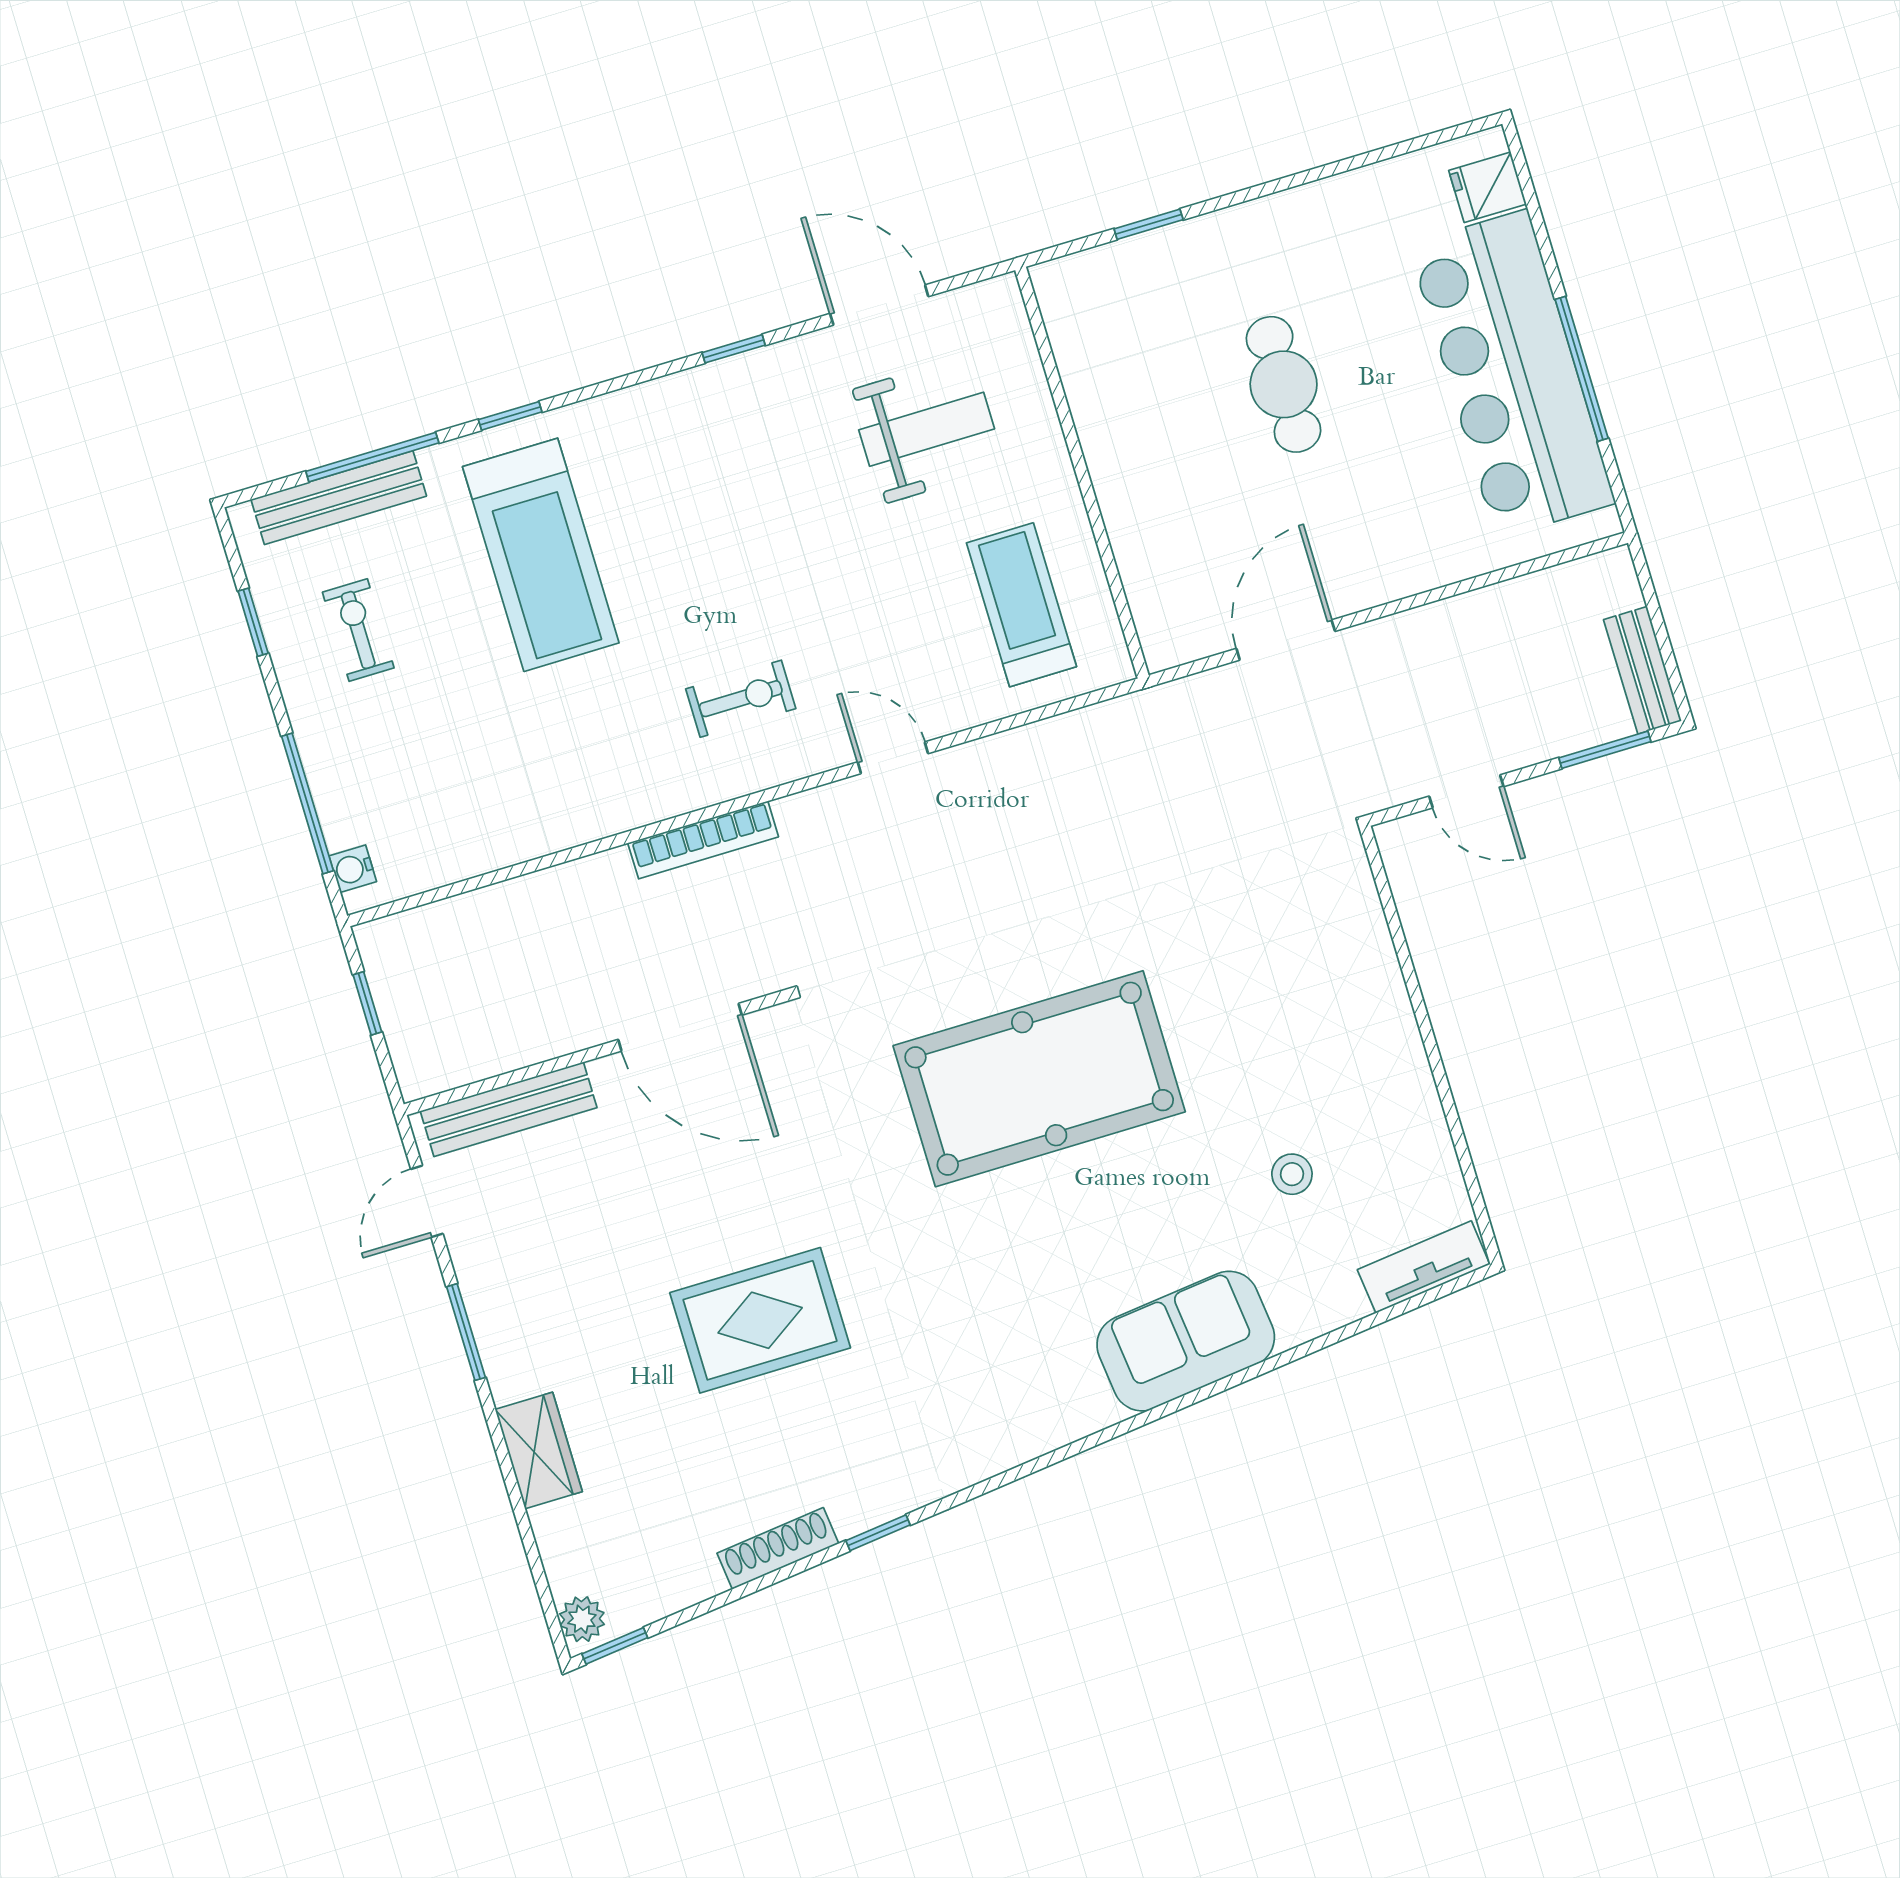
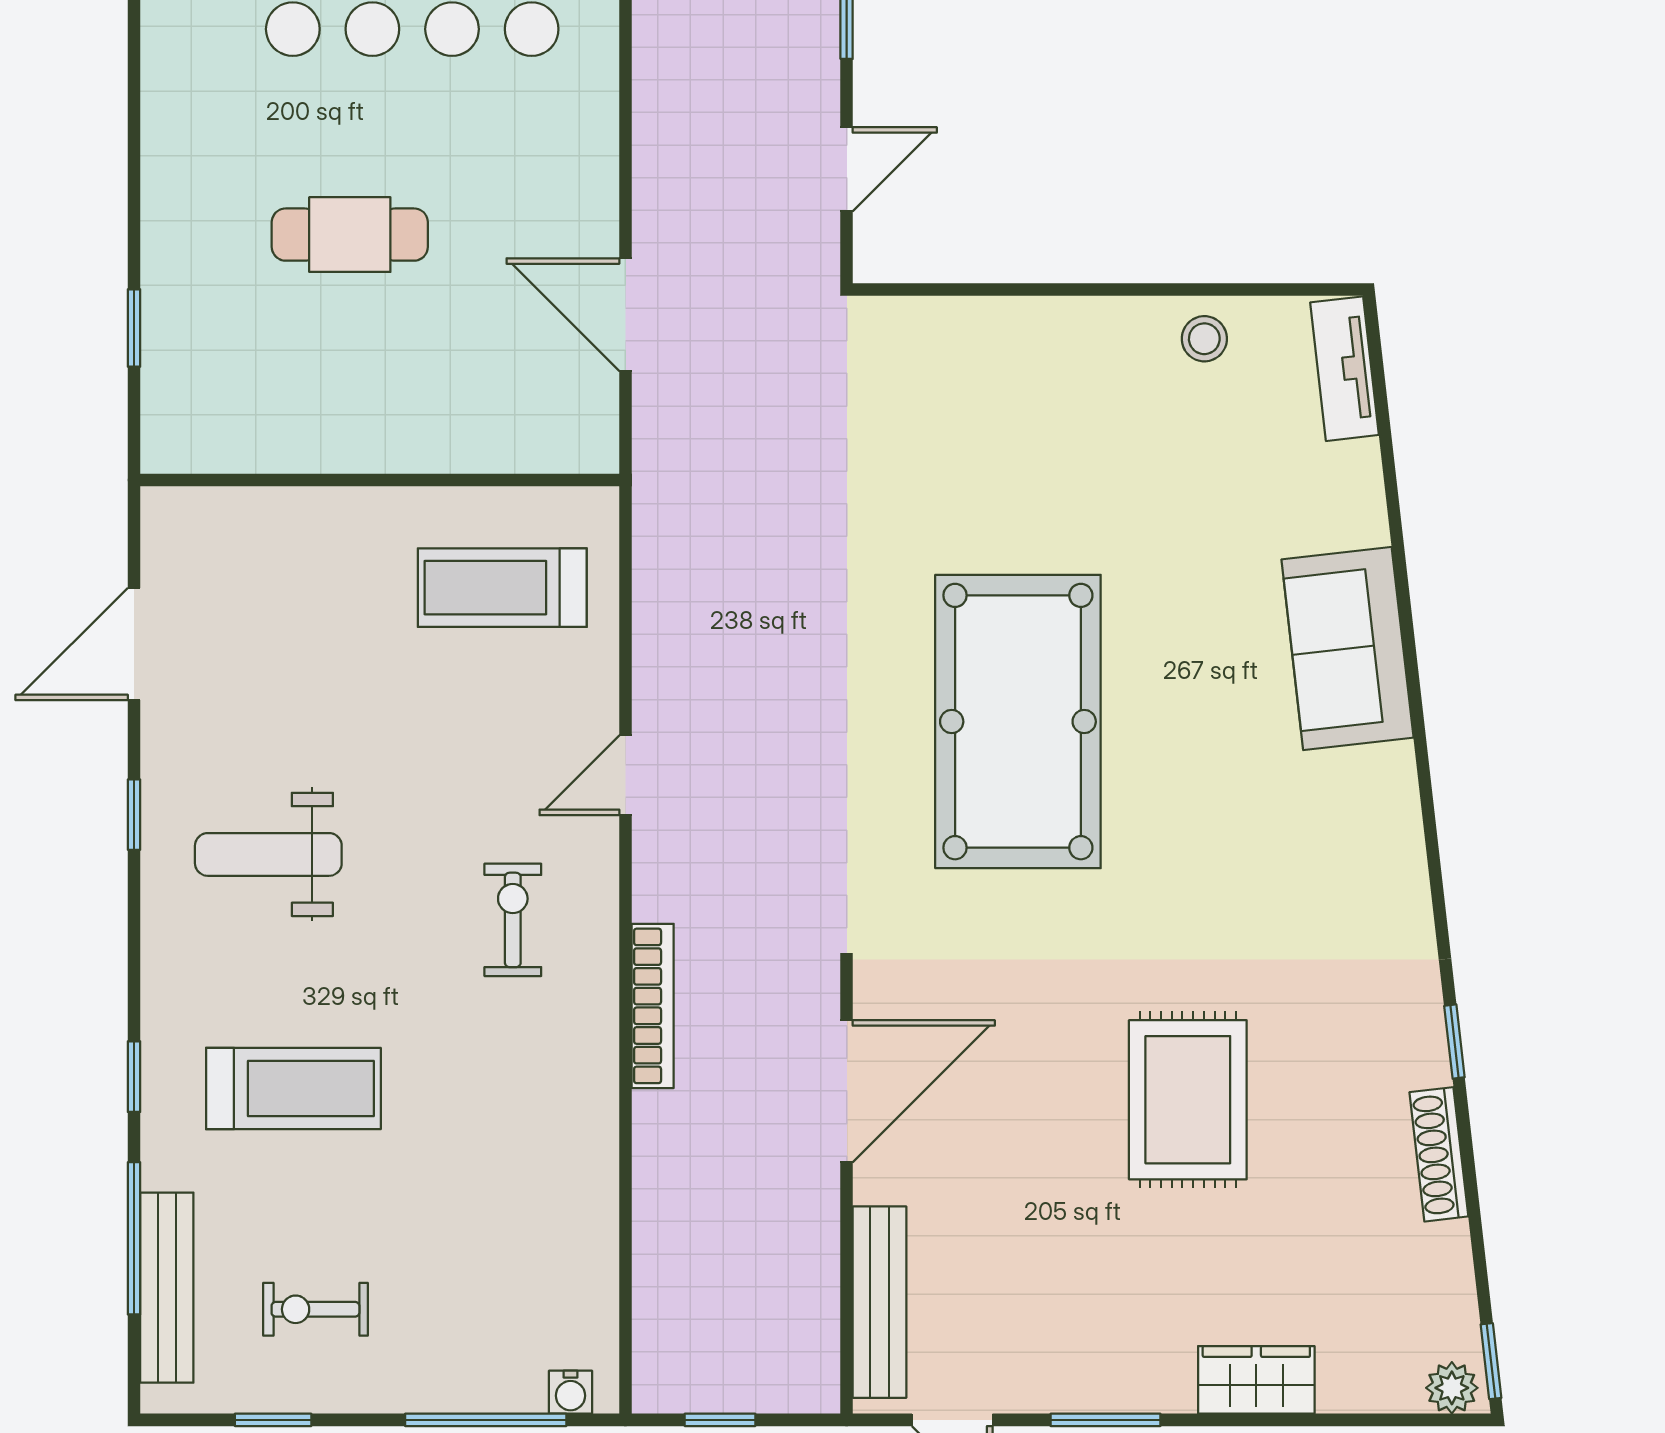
weight bench: (927, 429) -> (268, 854), moved, turned -90
treadmill: (541, 555) -> (293, 1089), width x0.73, depth x0.73
stool: (1292, 1174) -> (1204, 339), moved

